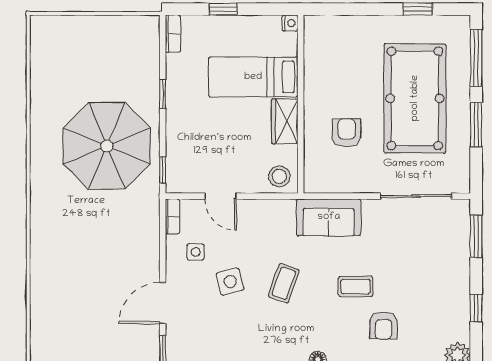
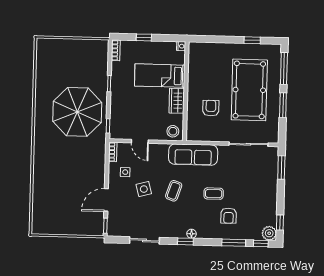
sofa: (329, 217) -> (193, 155), width x1.36
window: (476, 308) -> (280, 223), moved

